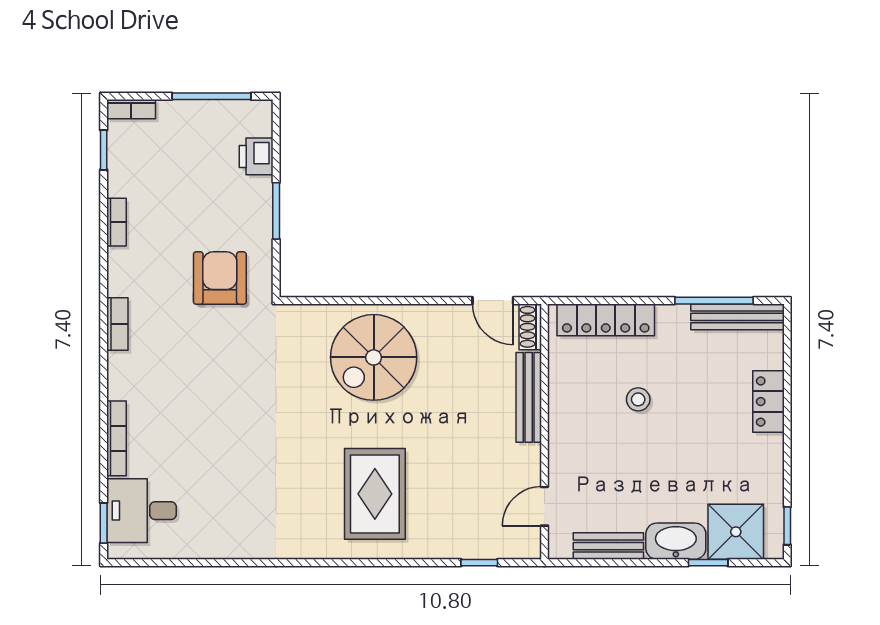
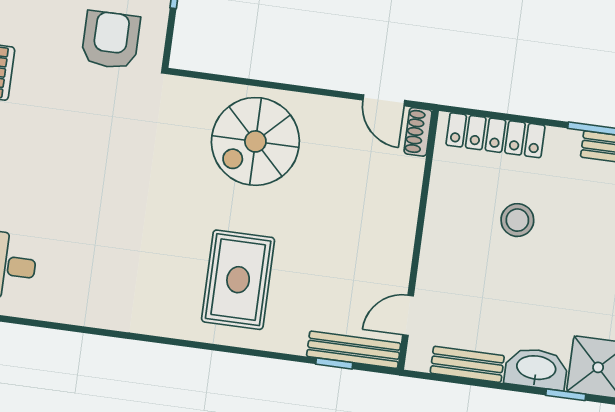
bench: (529, 397) -> (354, 350), moved, turned 90
stool: (638, 399) -> (517, 220), width x1.37, depth x1.37

